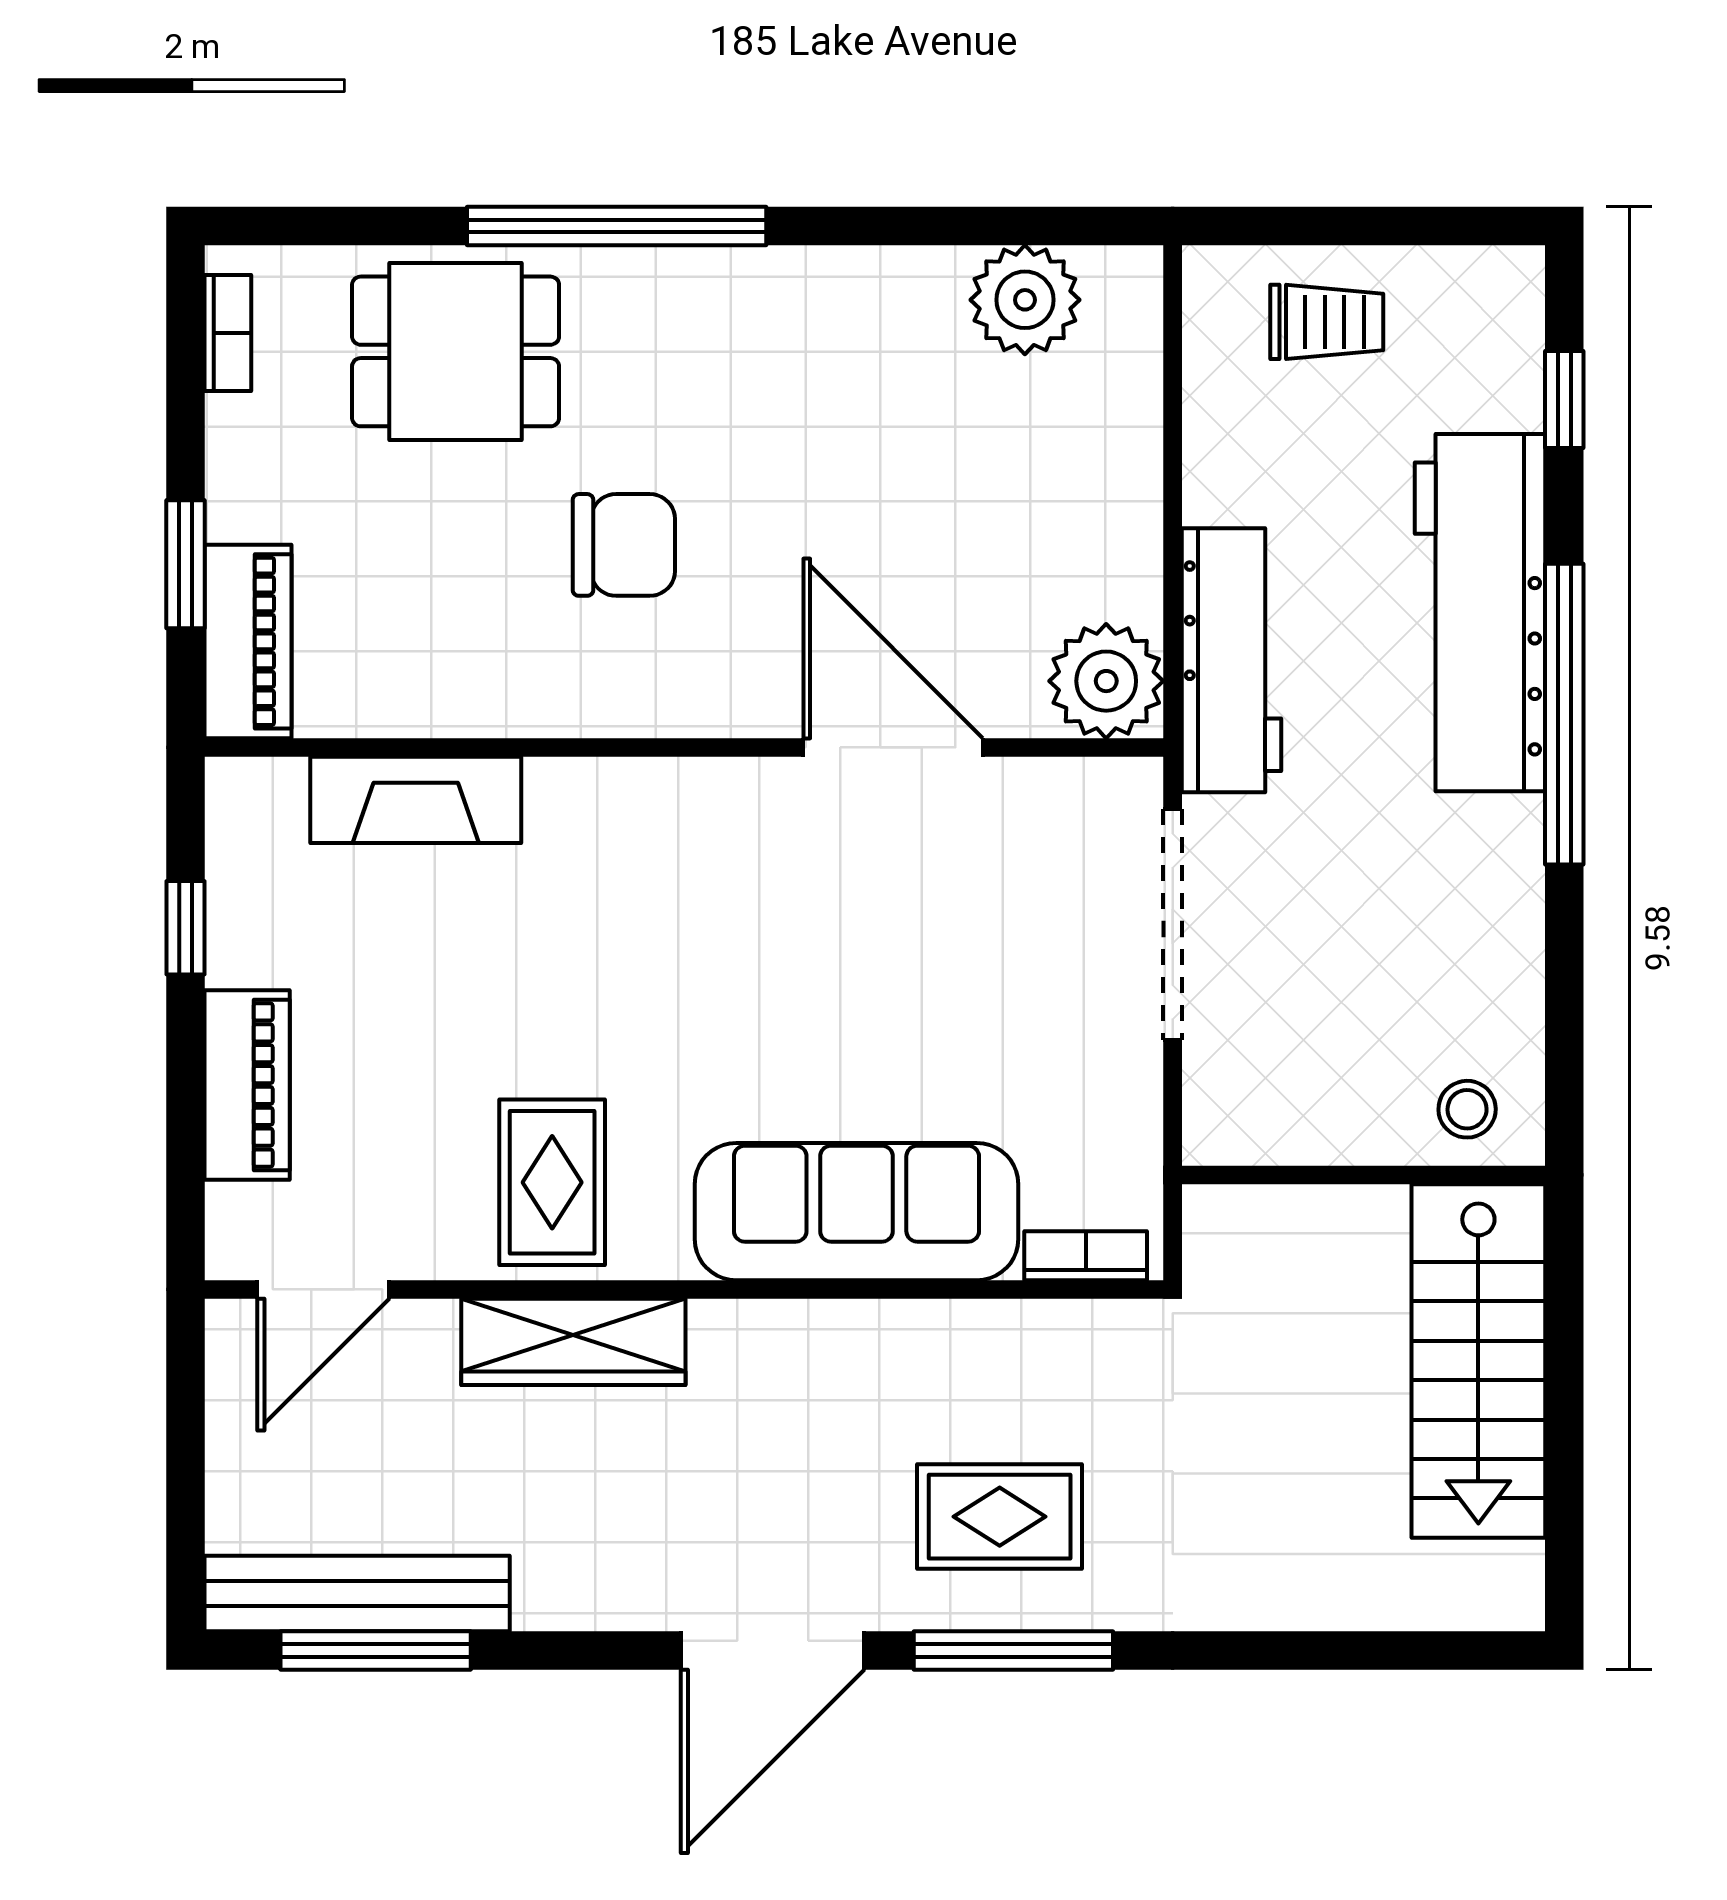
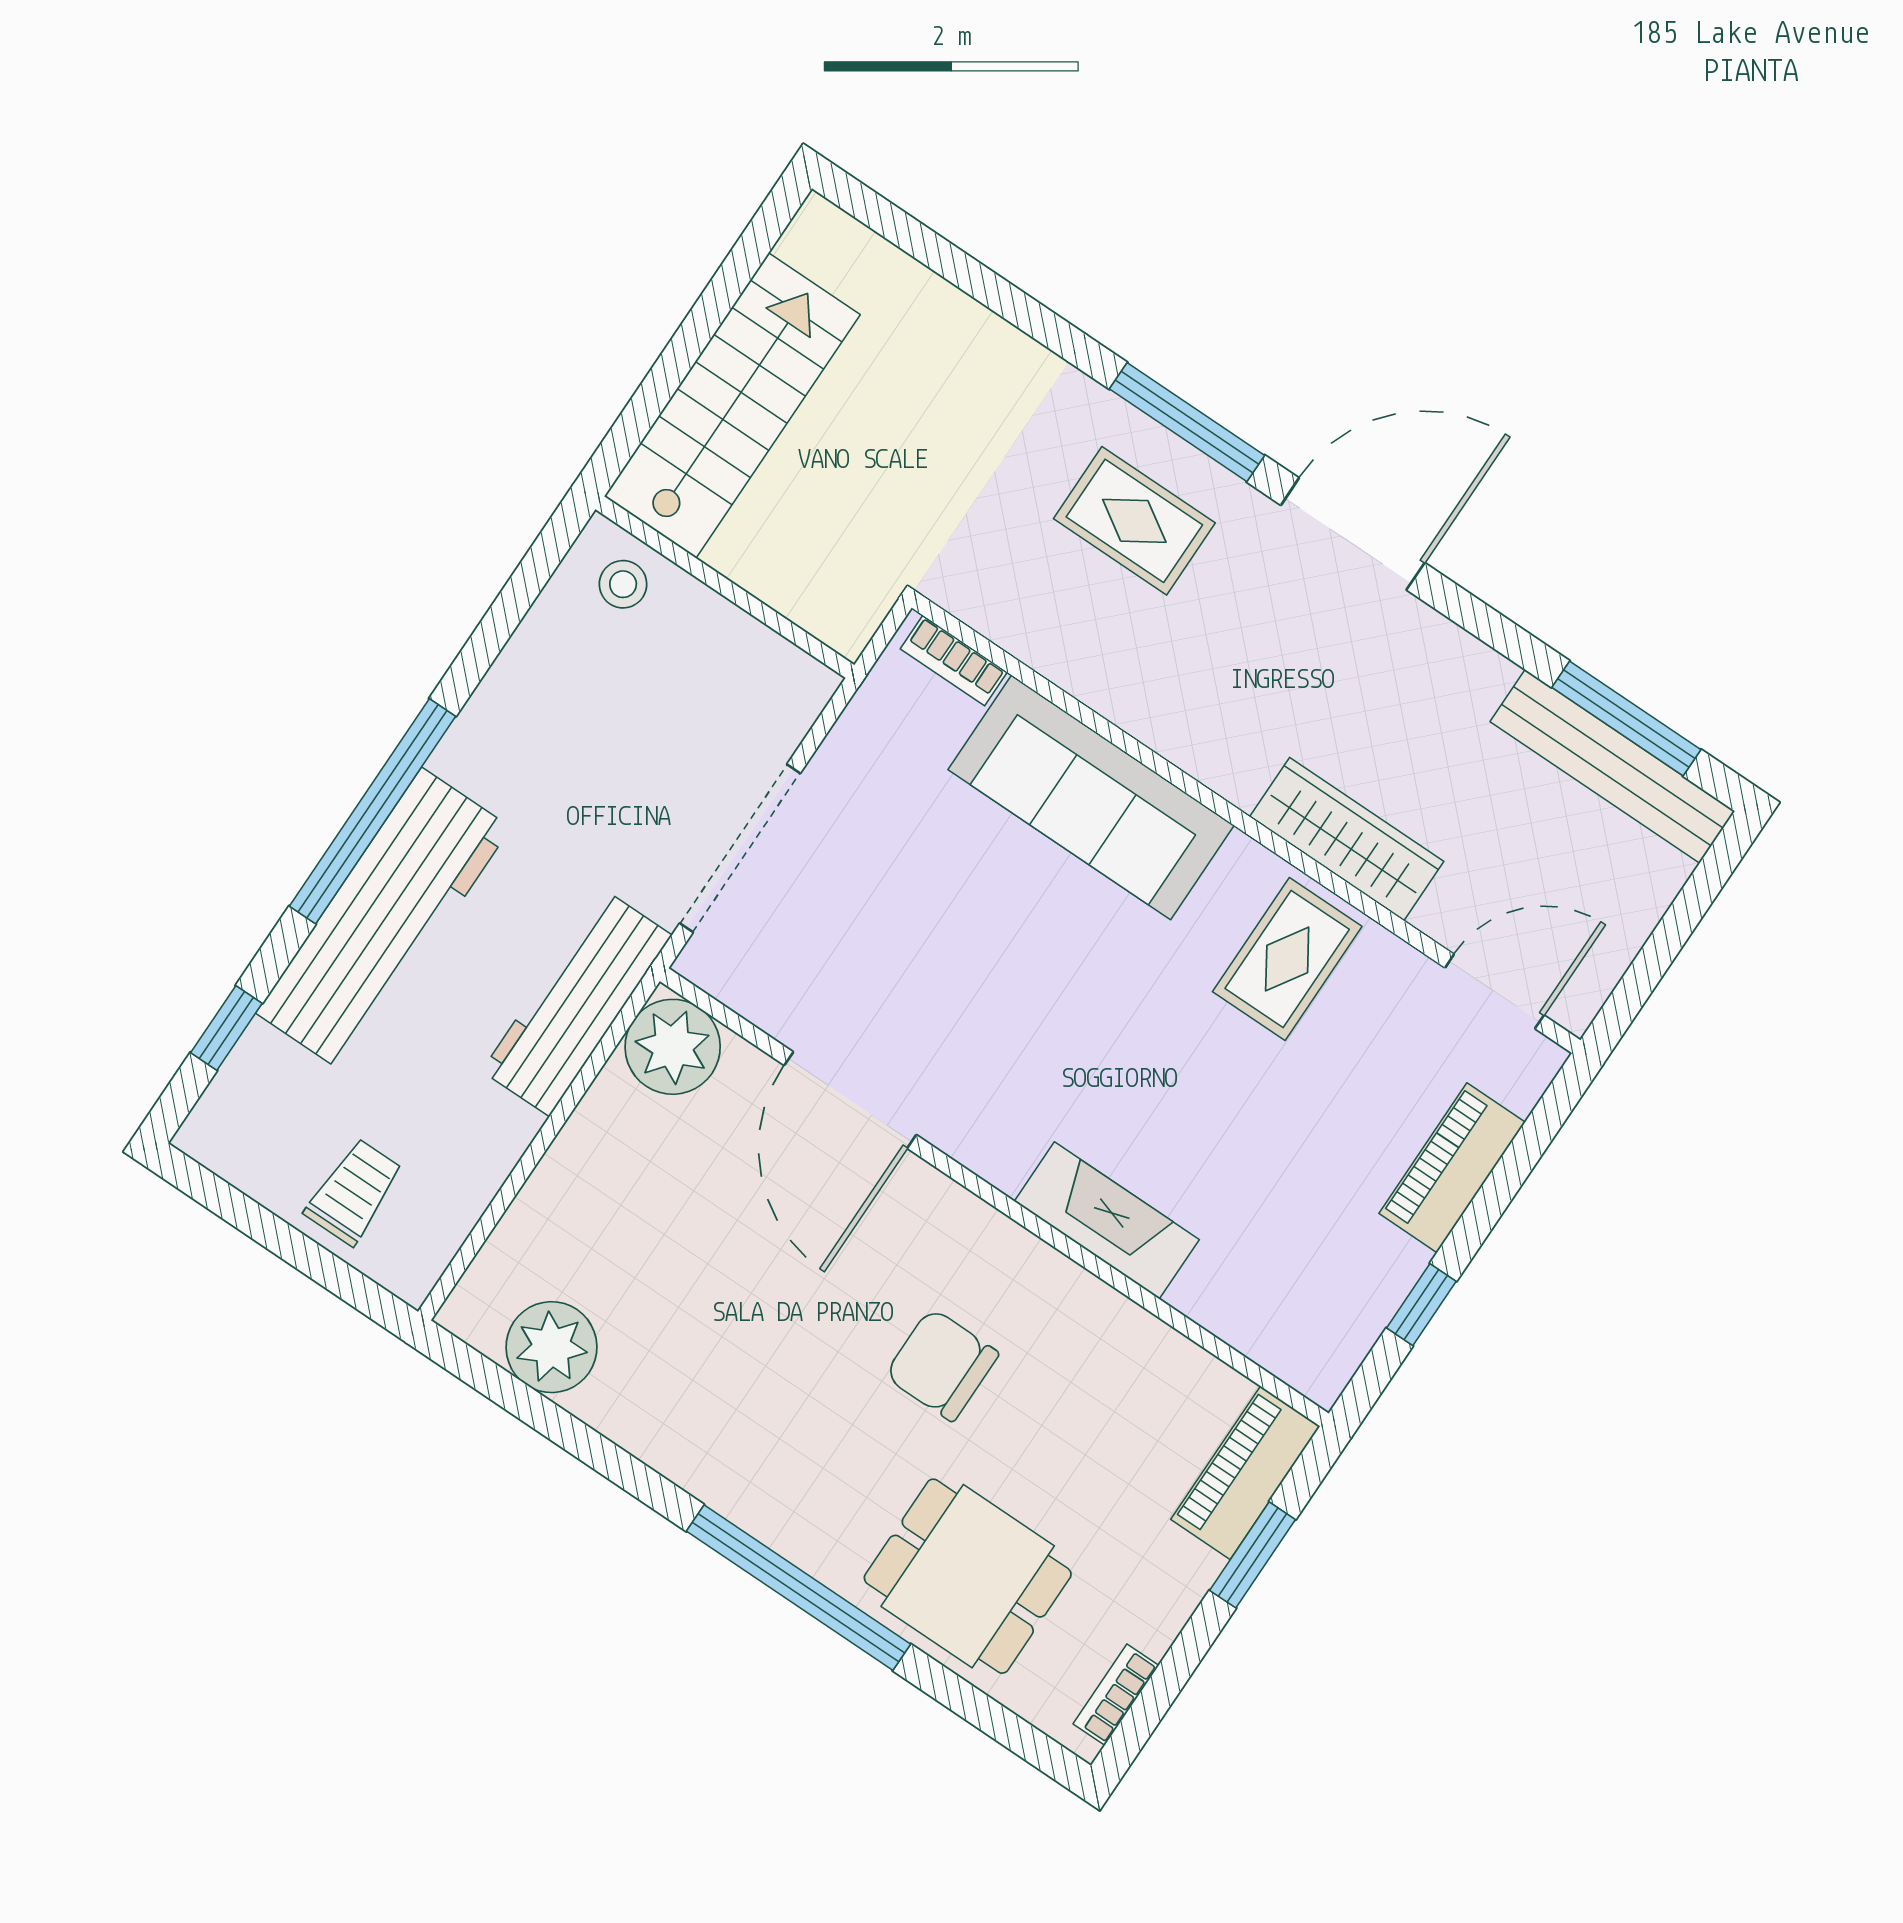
trolley: (1327, 322) -> (354, 1192), turned 90
fireplace: (416, 800) -> (1107, 1220), moved

